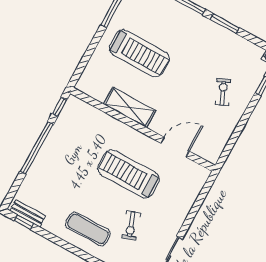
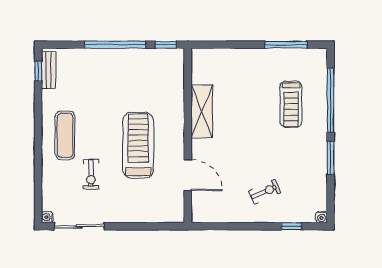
treadmill: (139, 53) -> (291, 104), moved, width x0.73, depth x0.73
exercise bike: (131, 225) -> (91, 174), turned -71

